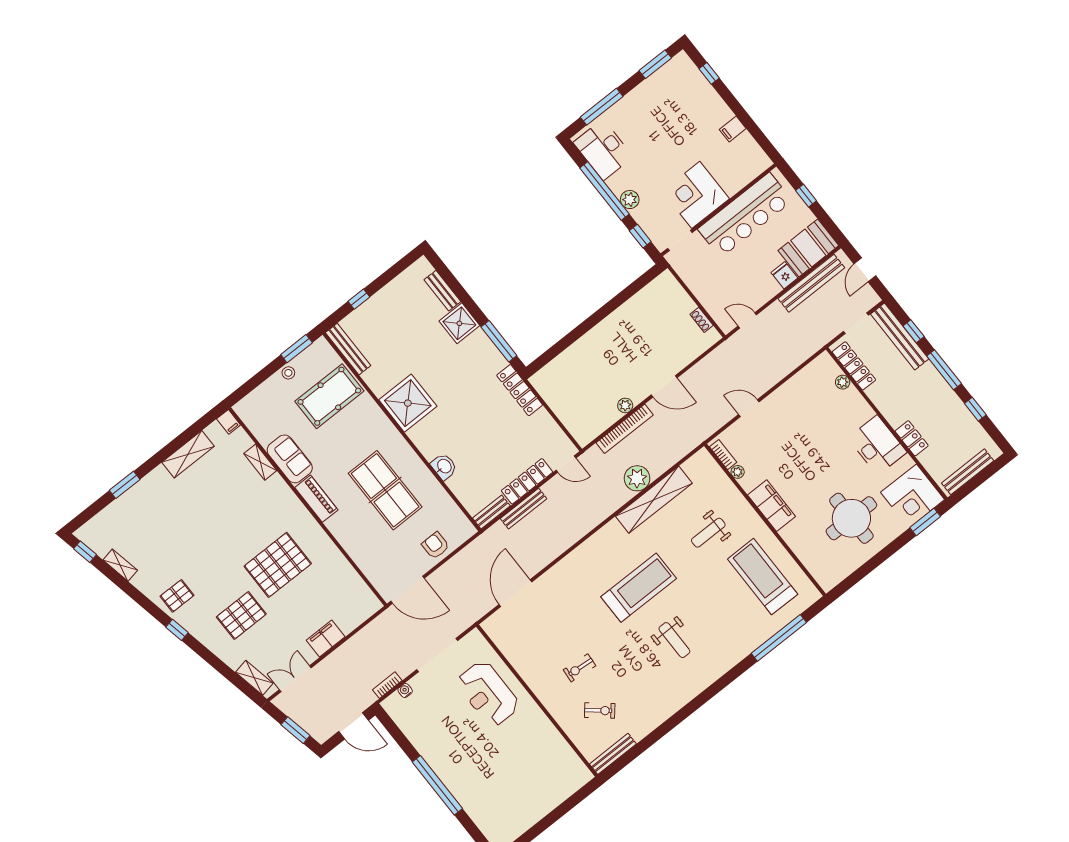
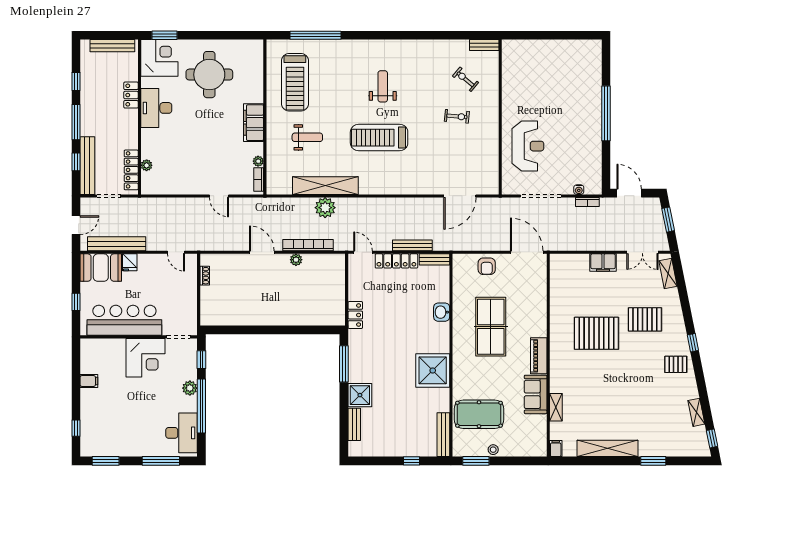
locker: (520, 390) -> (355, 315), width x0.66
shelving: (188, 454) -> (607, 448), width x1.47
bench: (613, 754) -> (484, 45), width x0.73

